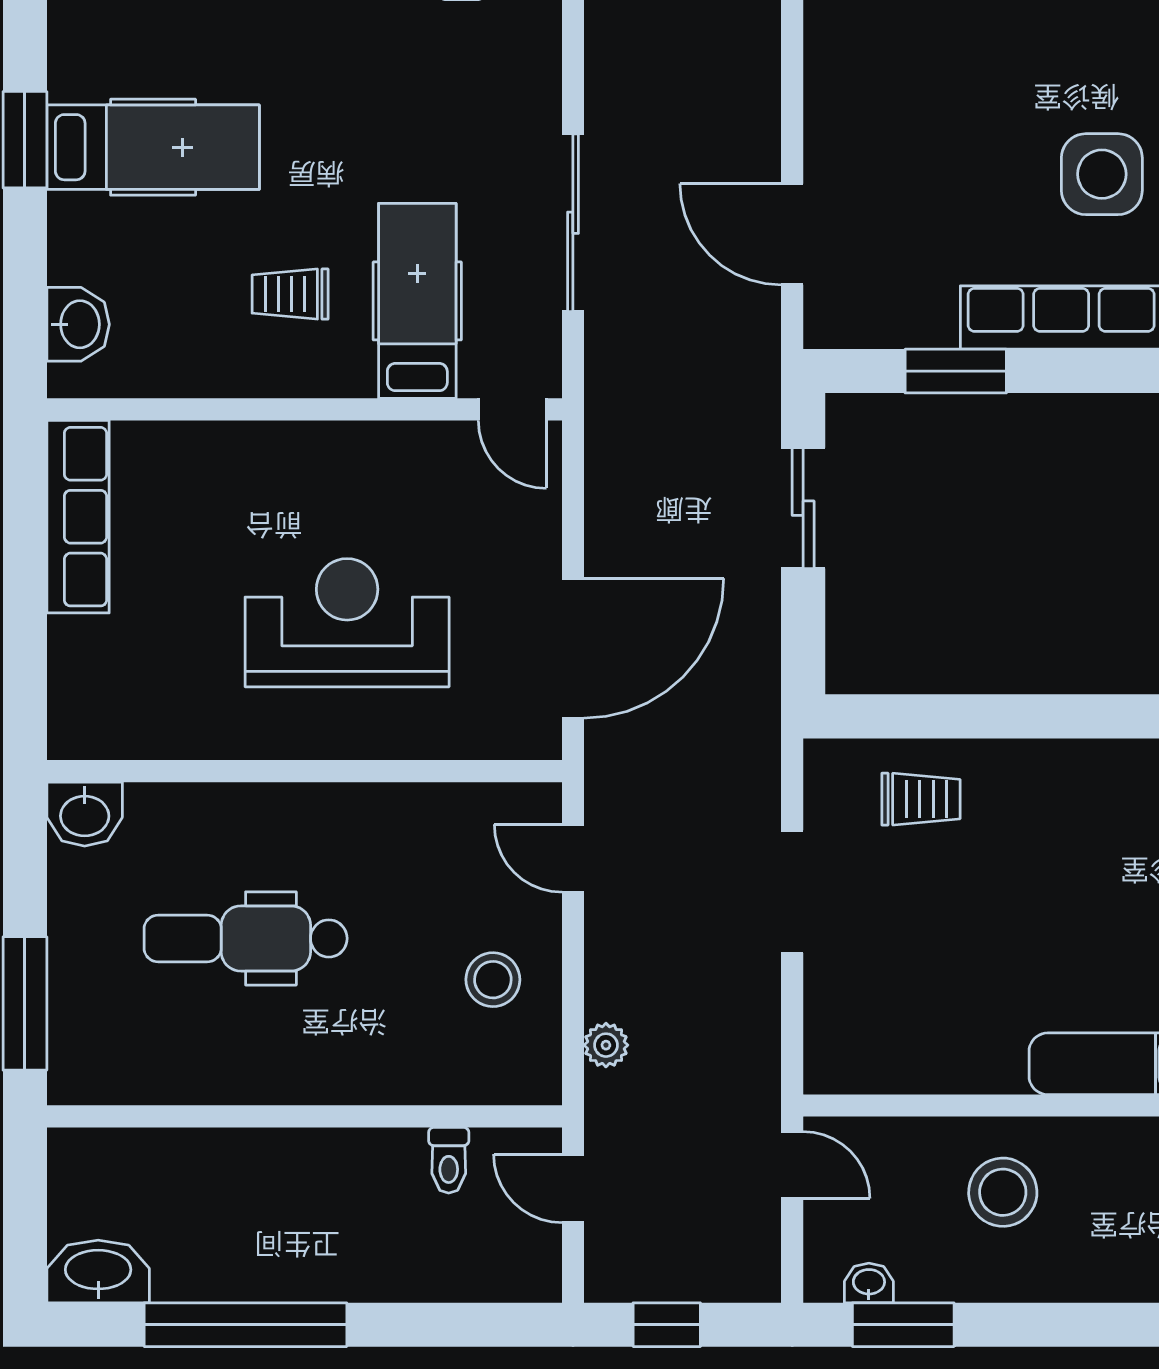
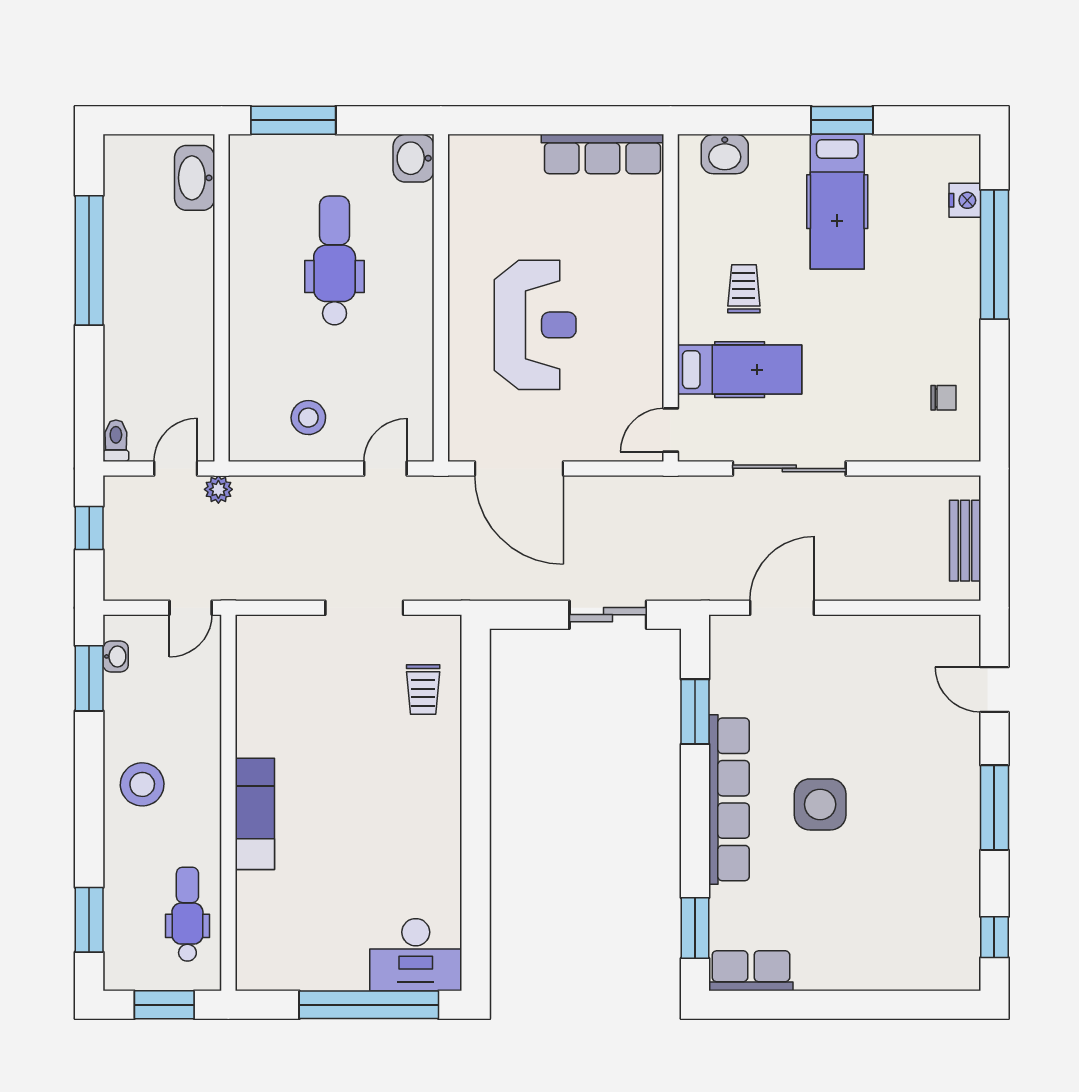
plant: (606, 1045) -> (218, 489), moved
toilet: (449, 1160) -> (116, 441), moved, turned 90
stool: (1003, 1192) -> (142, 784), moved
washbasin: (98, 1271) -> (195, 178), moved, turned 180

